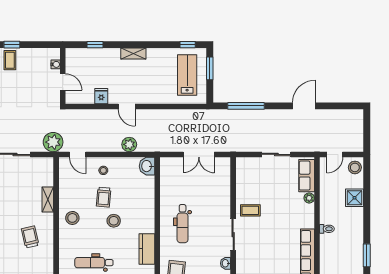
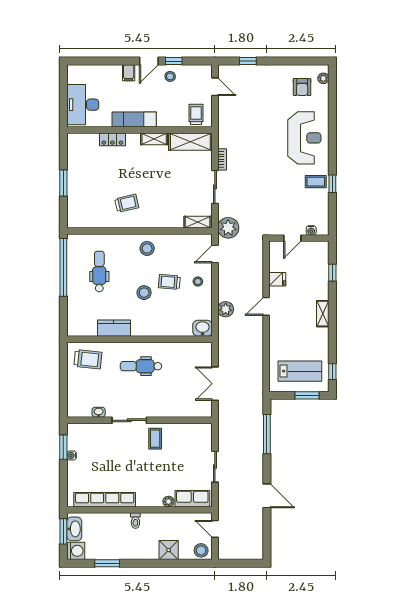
shelving: (48, 200) -> (198, 222), moved

